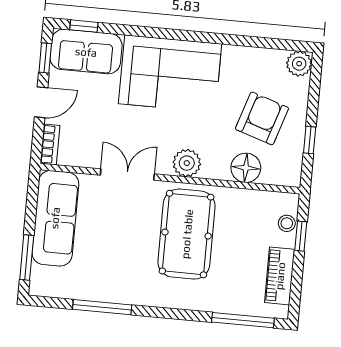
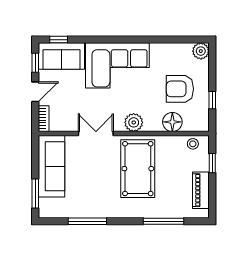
armchair: (262, 118) -> (180, 89), turned -108
stool: (287, 223) -> (193, 144), moved
window: (243, 320) -> (164, 221), moved

